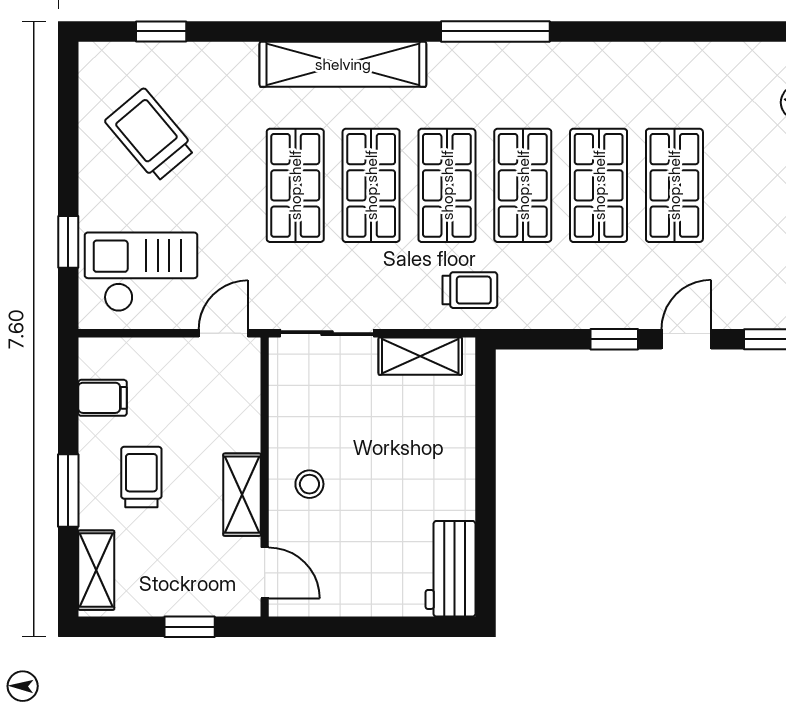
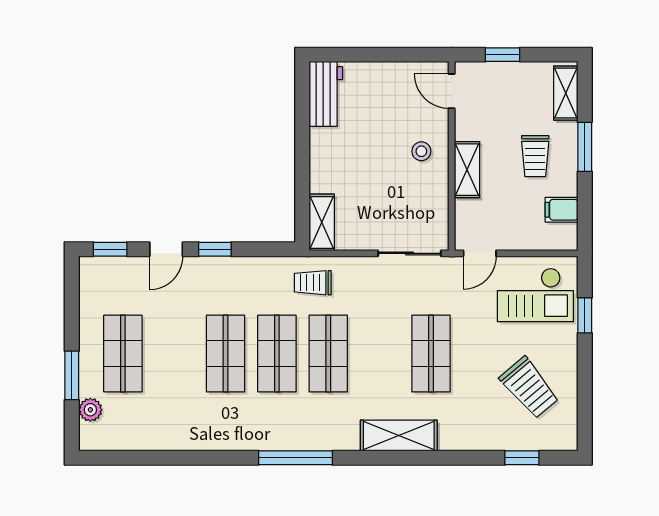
shelving: (343, 64) -> (399, 436), width x0.68
shop shelf: (371, 185) -> (380, 354), removed
shop shelf: (674, 185) -> (123, 354), moved
shelving: (420, 356) -> (322, 222), moved, turned 90
shelving: (242, 495) -> (467, 170), moved

